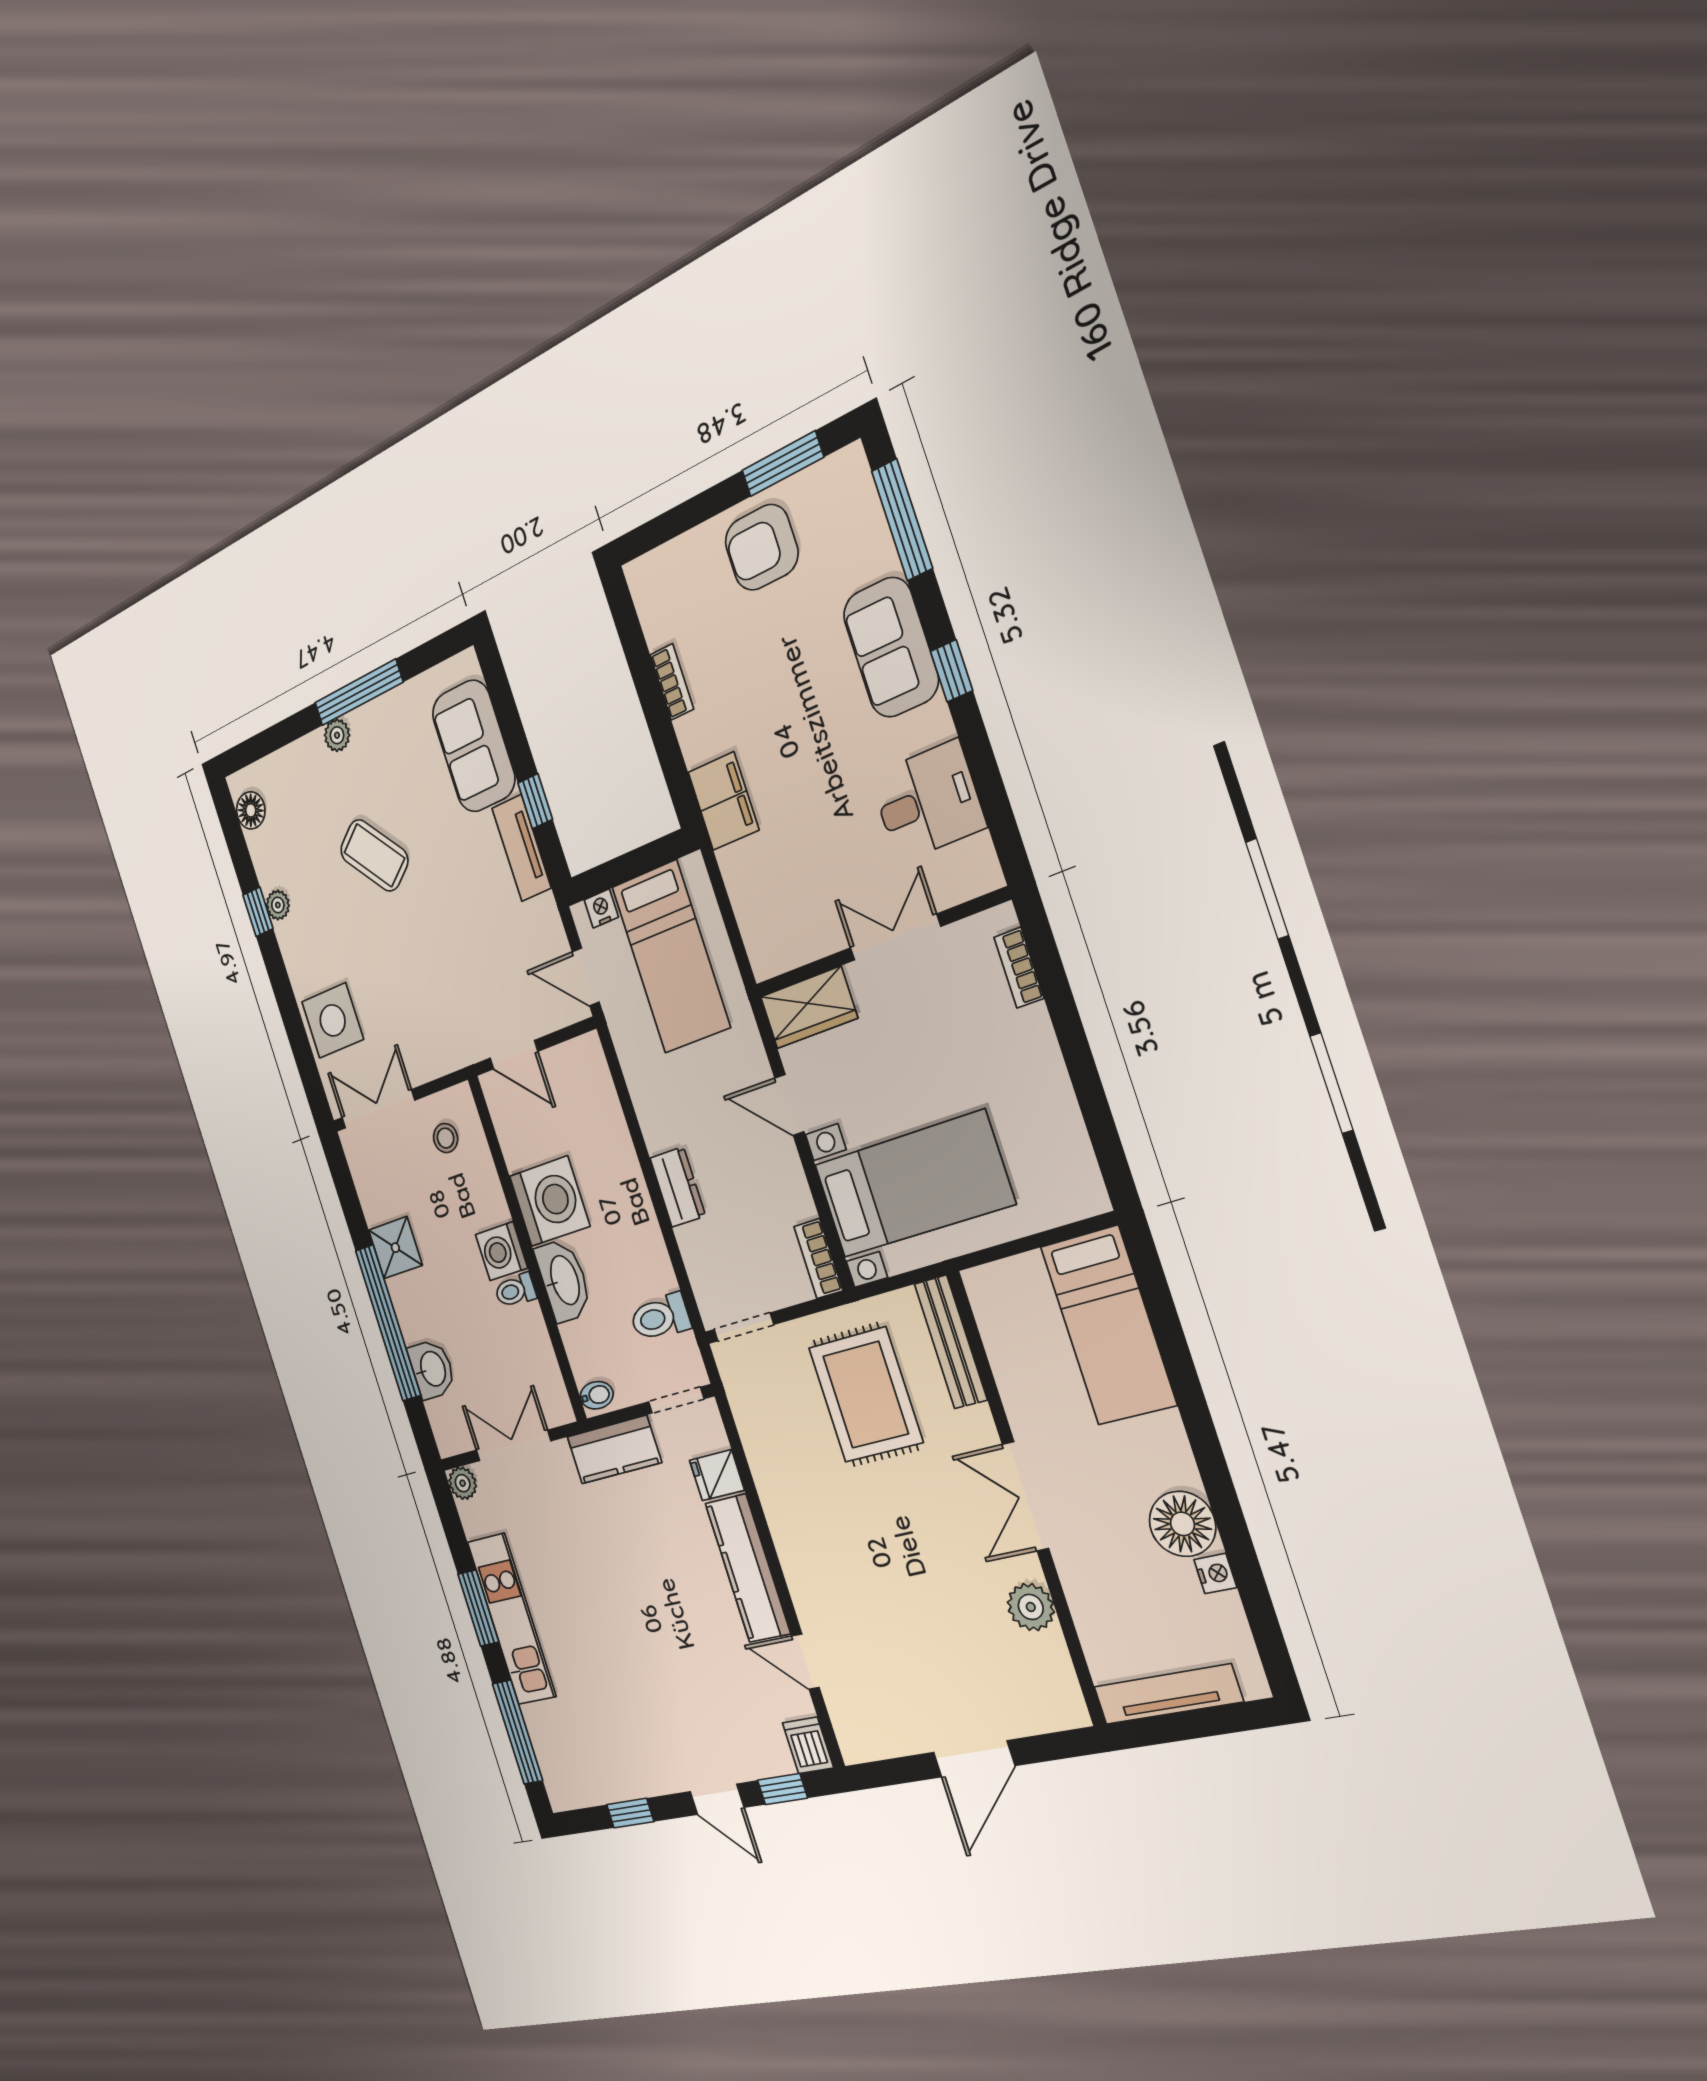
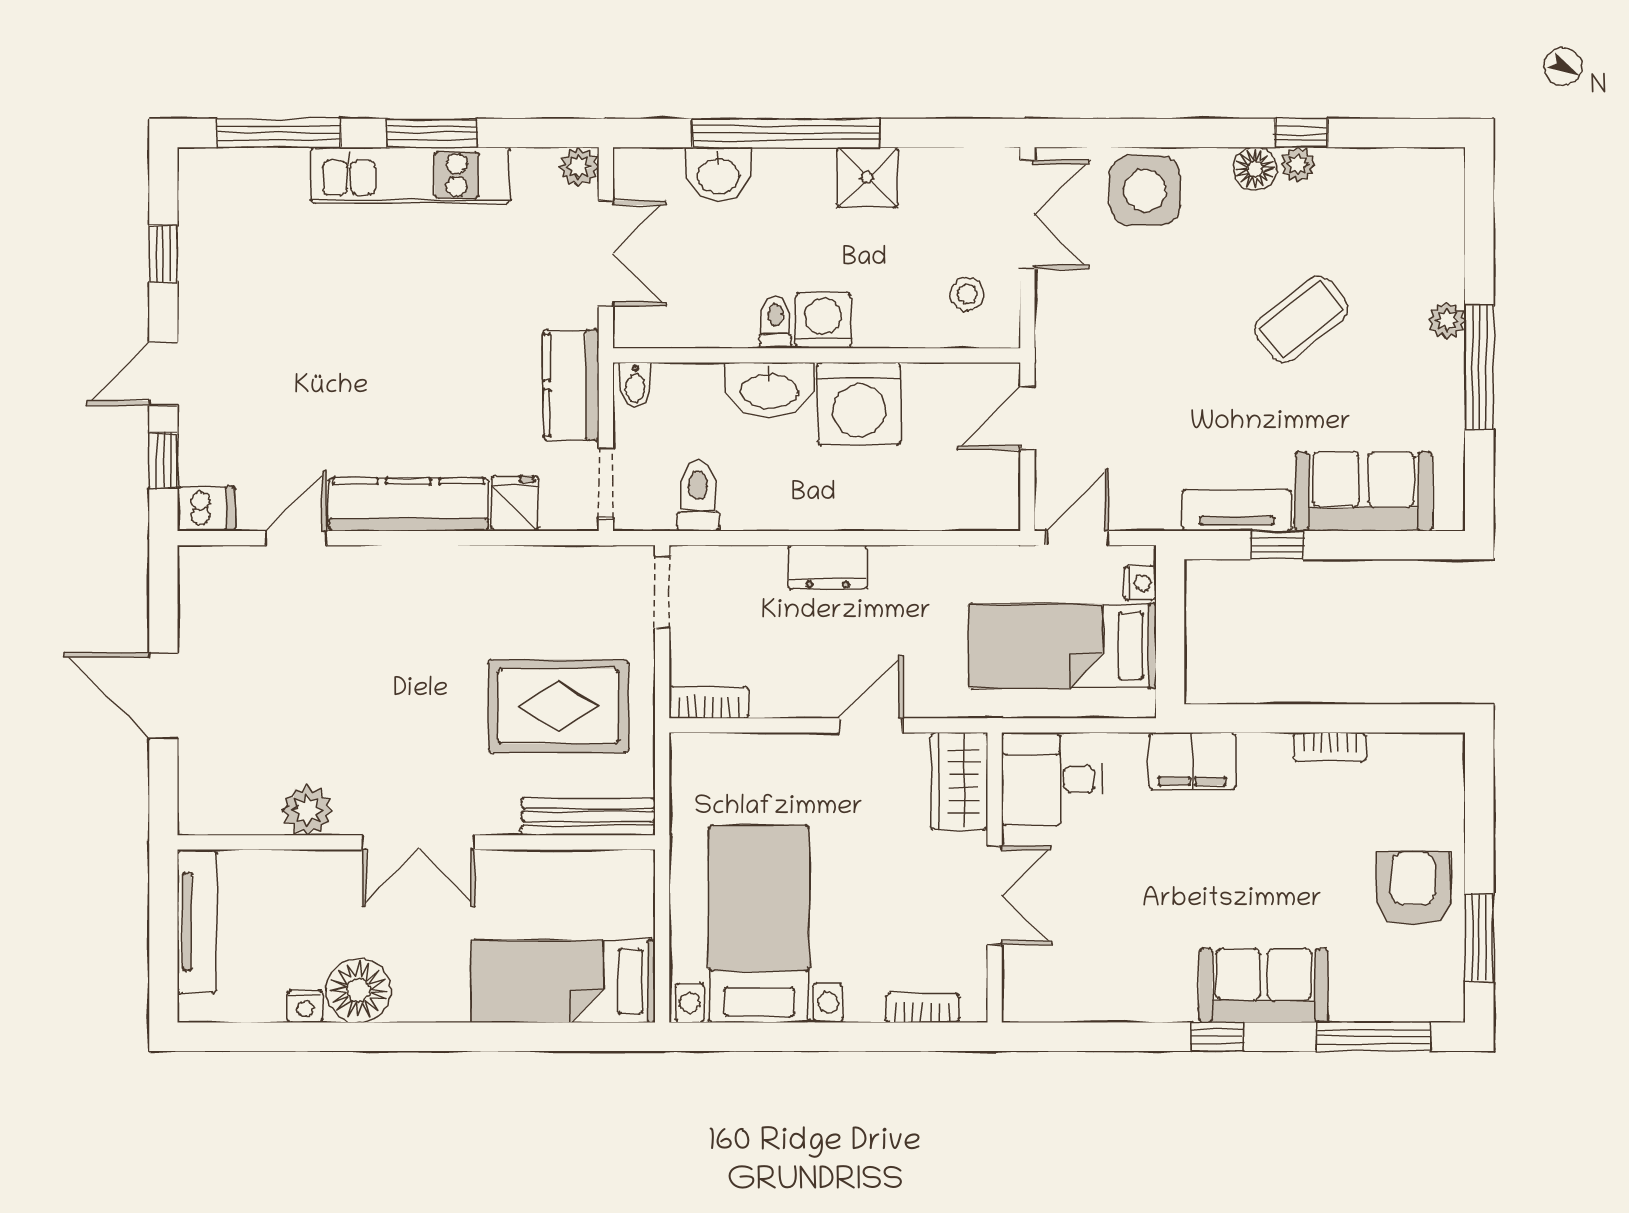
desk: (928, 801) -> (1052, 779), moved, turned 90
floor lamp: (251, 810) -> (1255, 169), moved
bed with nightstands: (913, 1184) -> (759, 924), moved, turned 180
double door: (1025, 1496) -> (418, 842), swing flipped

